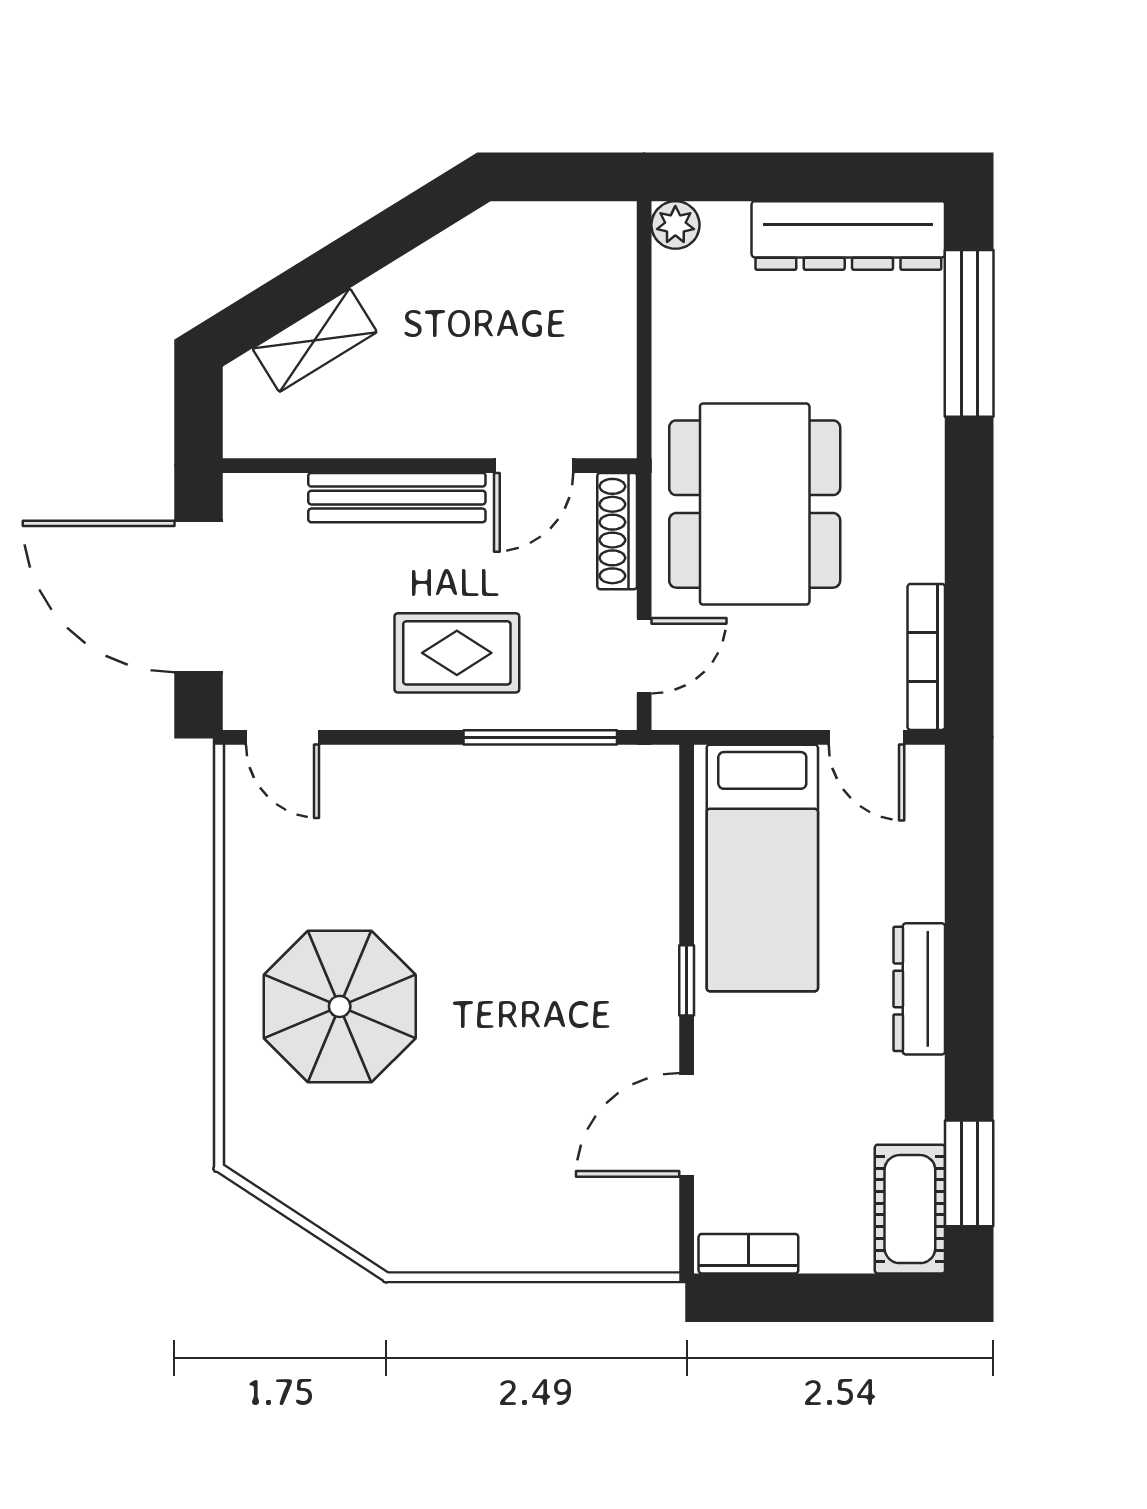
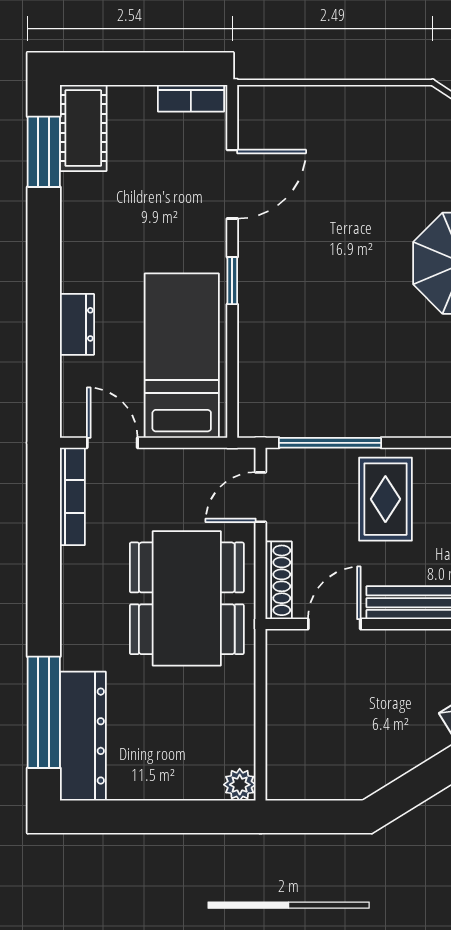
dresser: (848, 235) -> (83, 736), moved, turned 90
rug: (457, 653) -> (385, 499), turned 90
dresser: (919, 989) -> (77, 324), moved, width x0.70

